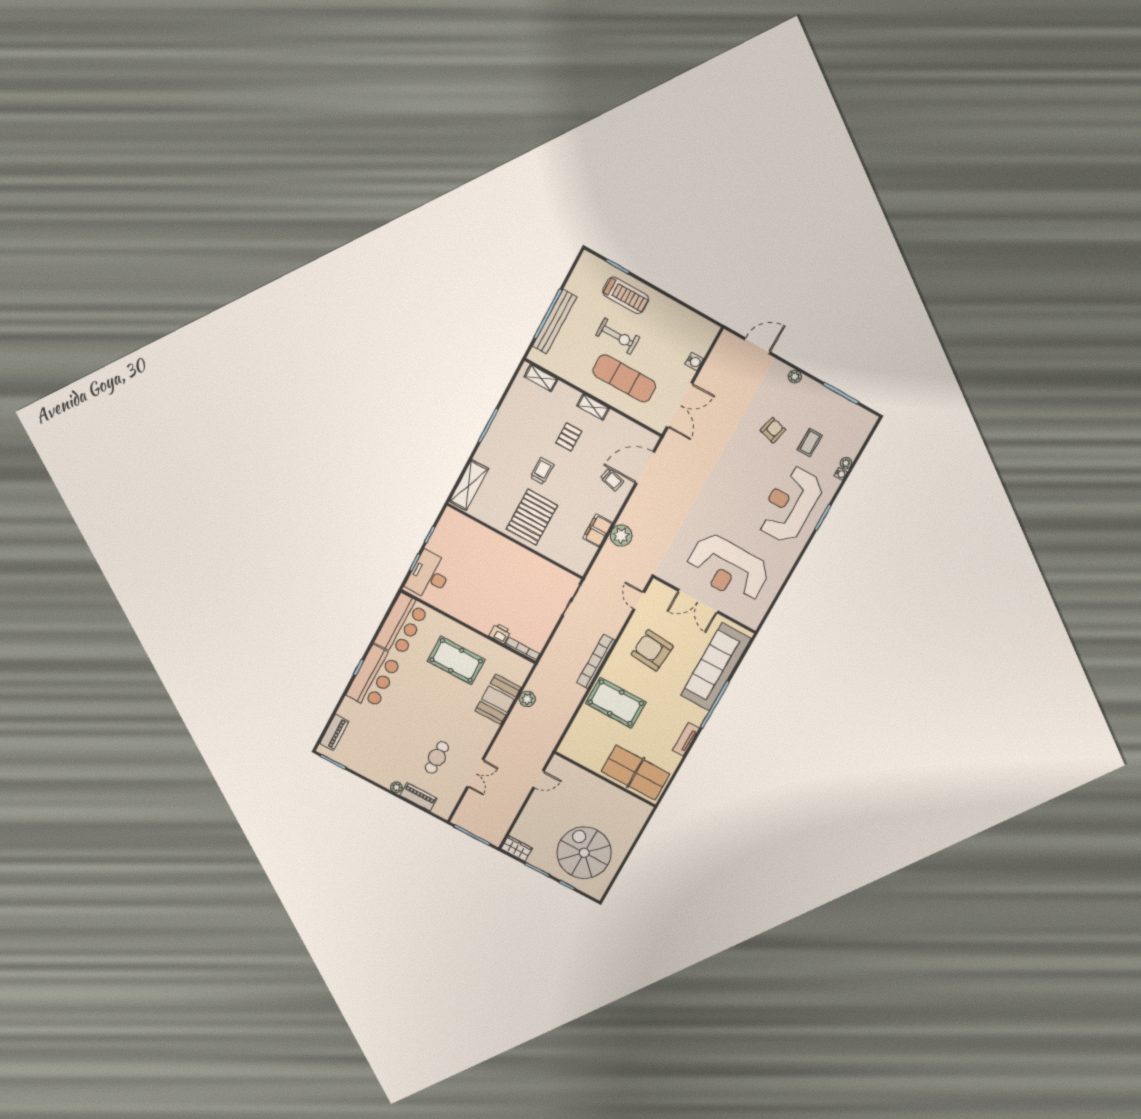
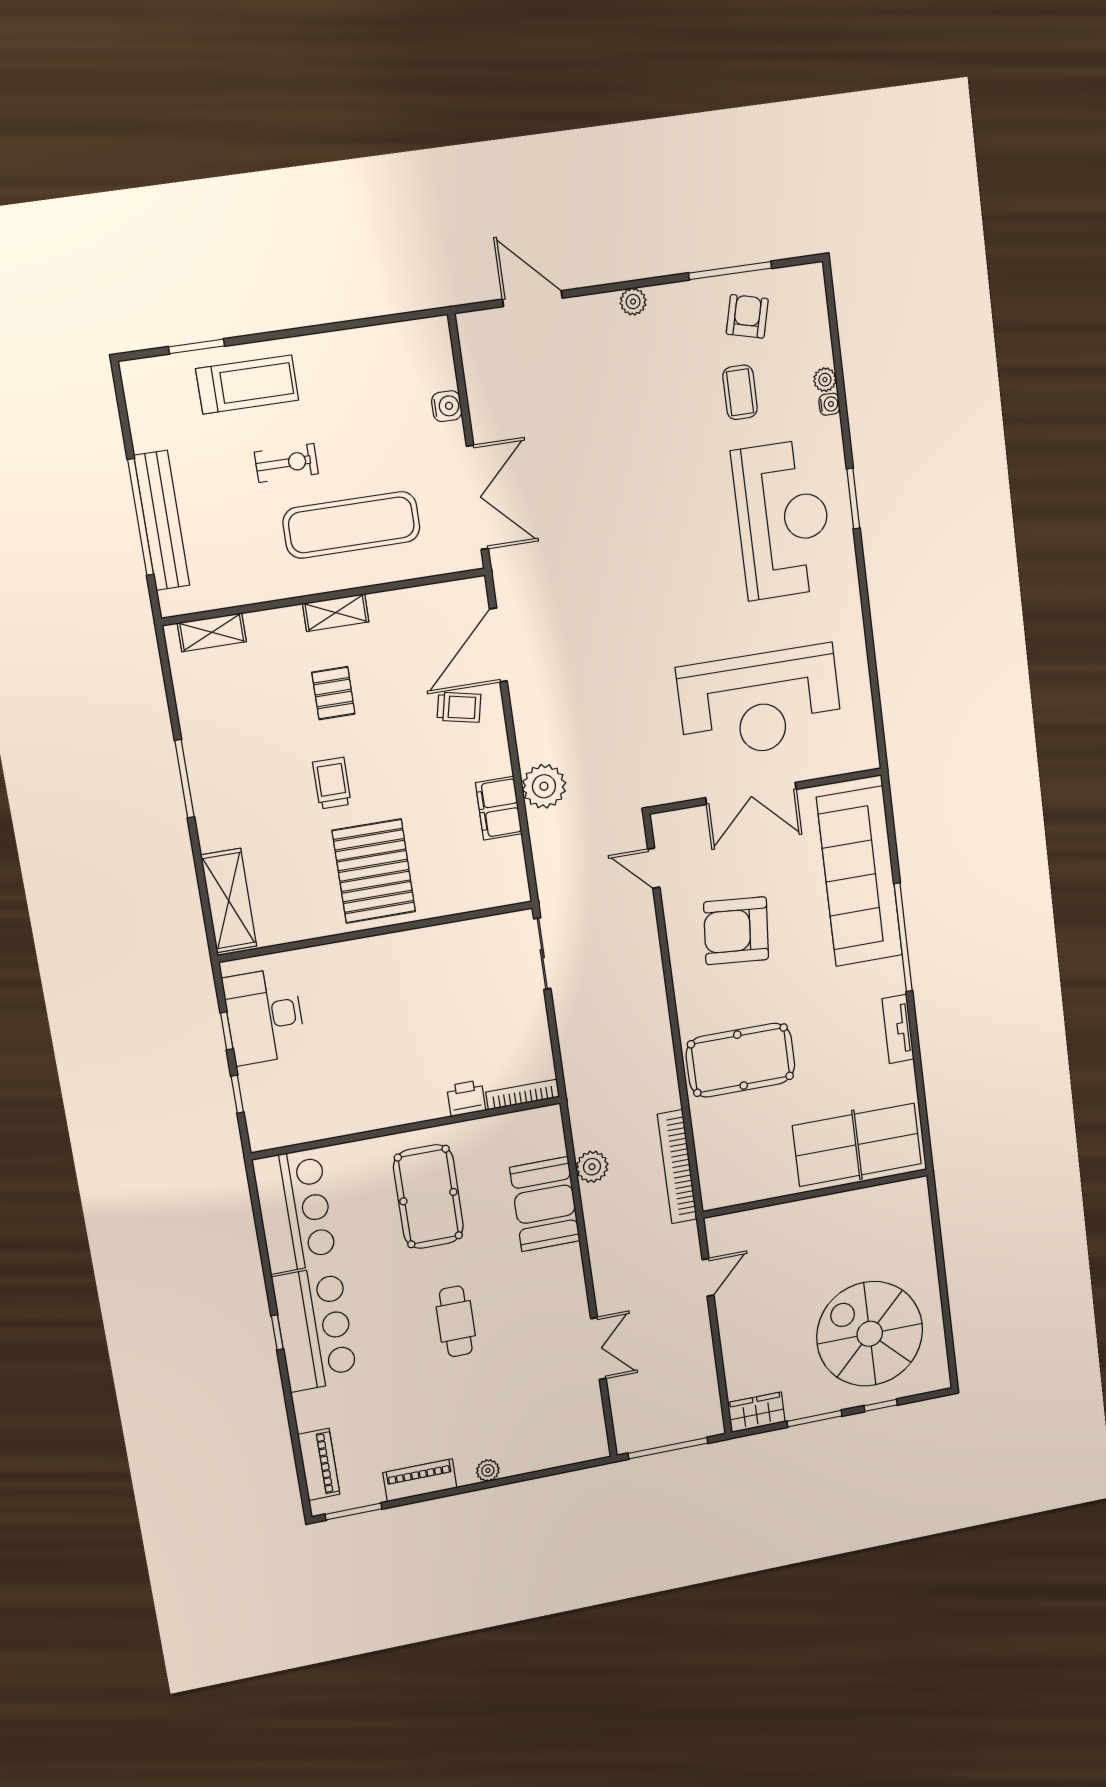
exercise bike: (618, 336) -> (286, 463), width x0.73, depth x0.72
door: (757, 346) -> (532, 299), hinge flipped
armchair: (773, 430) -> (747, 316), moved
reception desk: (790, 504) -> (783, 520), turned 180
desk: (429, 576) -> (264, 1016), moved
pool table: (456, 660) -> (428, 1197), turned 90
bookcase: (596, 661) -> (677, 1167), moved
cafe table: (437, 757) -> (456, 1321), moved
piano: (419, 797) -> (420, 1480), moved

